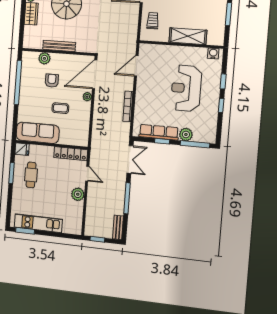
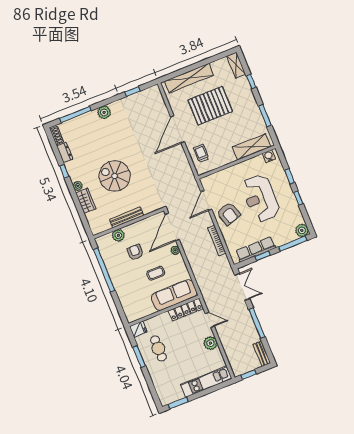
shelving: (188, 36) -> (251, 147), moved
armchair: (150, 88) -> (229, 214), added
sofa: (38, 133) -> (174, 295), moved
plant: (186, 134) -> (302, 230), moved
kitchen unit: (38, 223) -> (206, 382), moved

